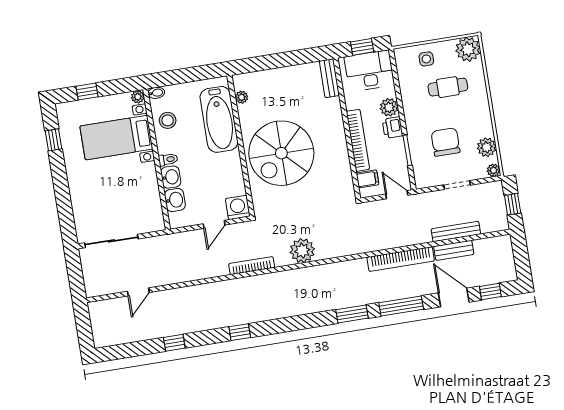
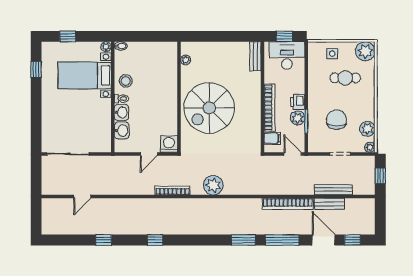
plant: (389, 107) -> (298, 118), moved
bathtub: (219, 119) -> (166, 74), removed
stool: (168, 120) -> (126, 81), moved

